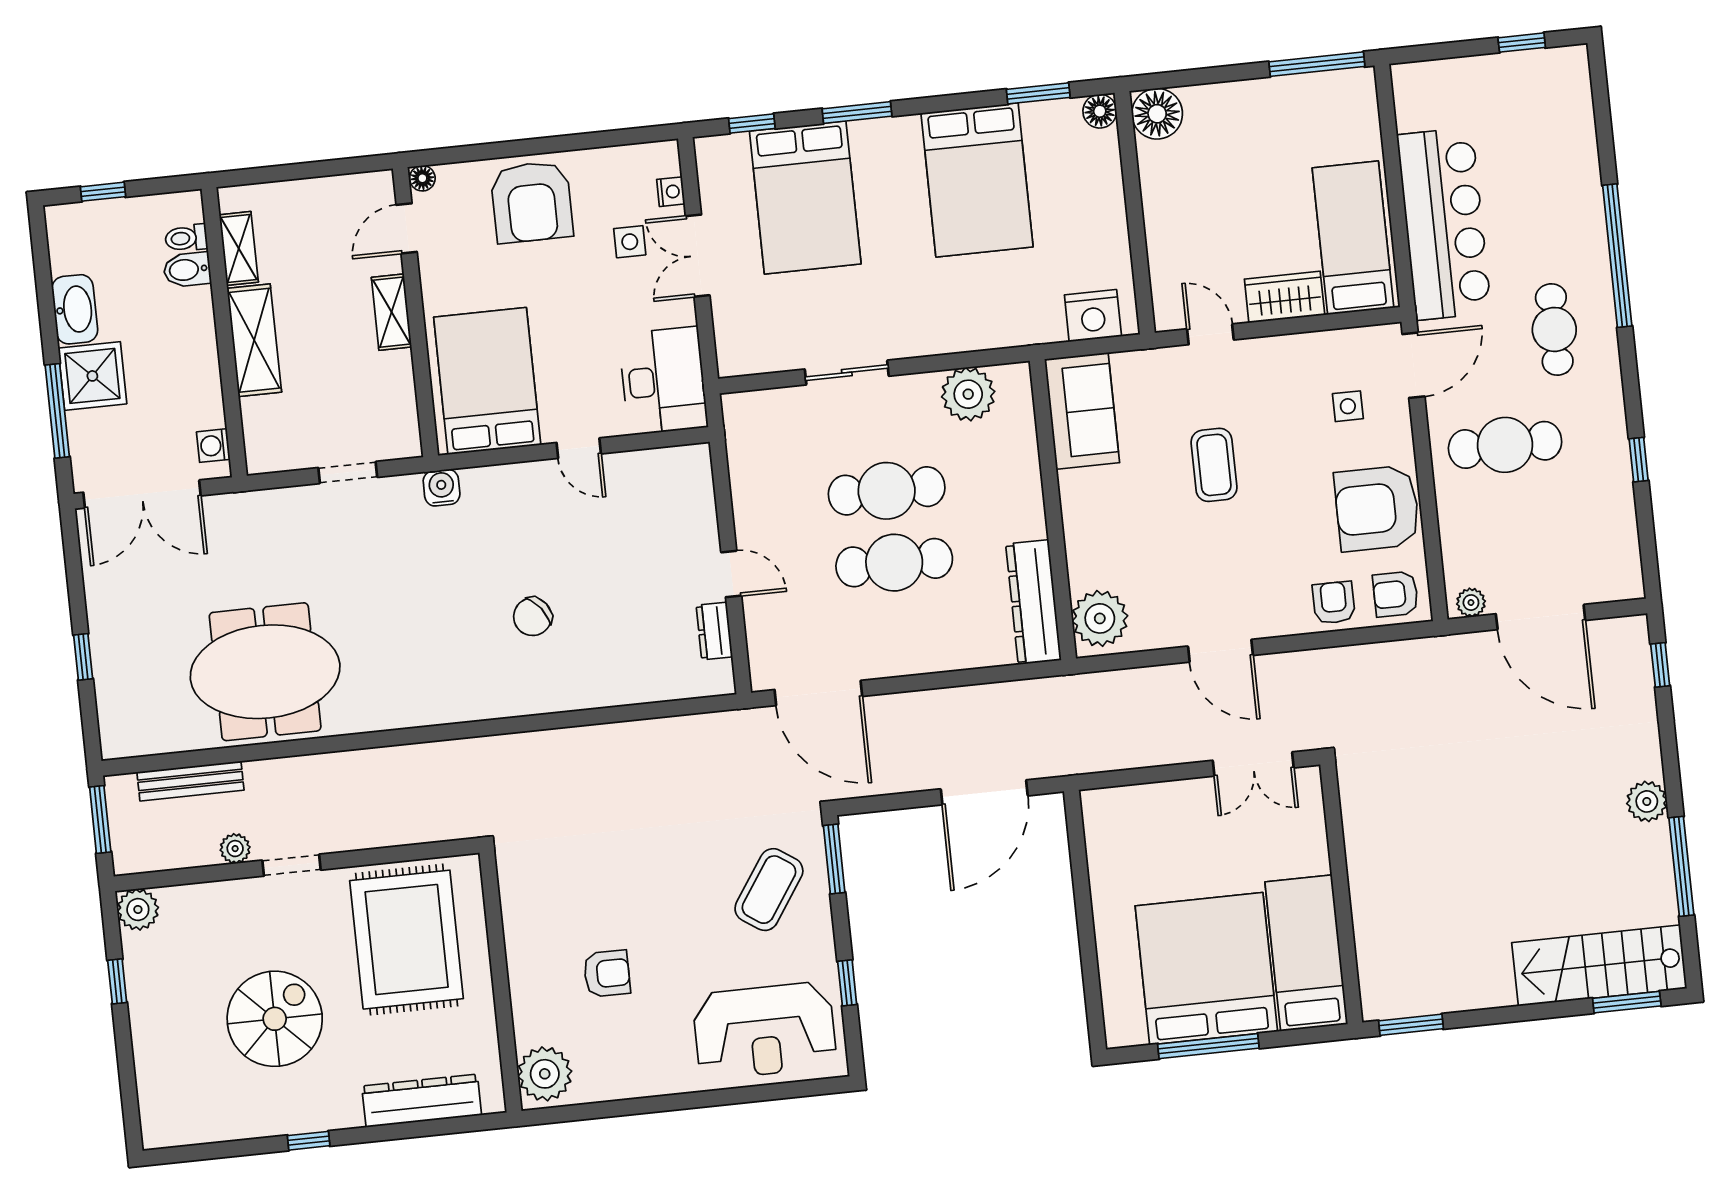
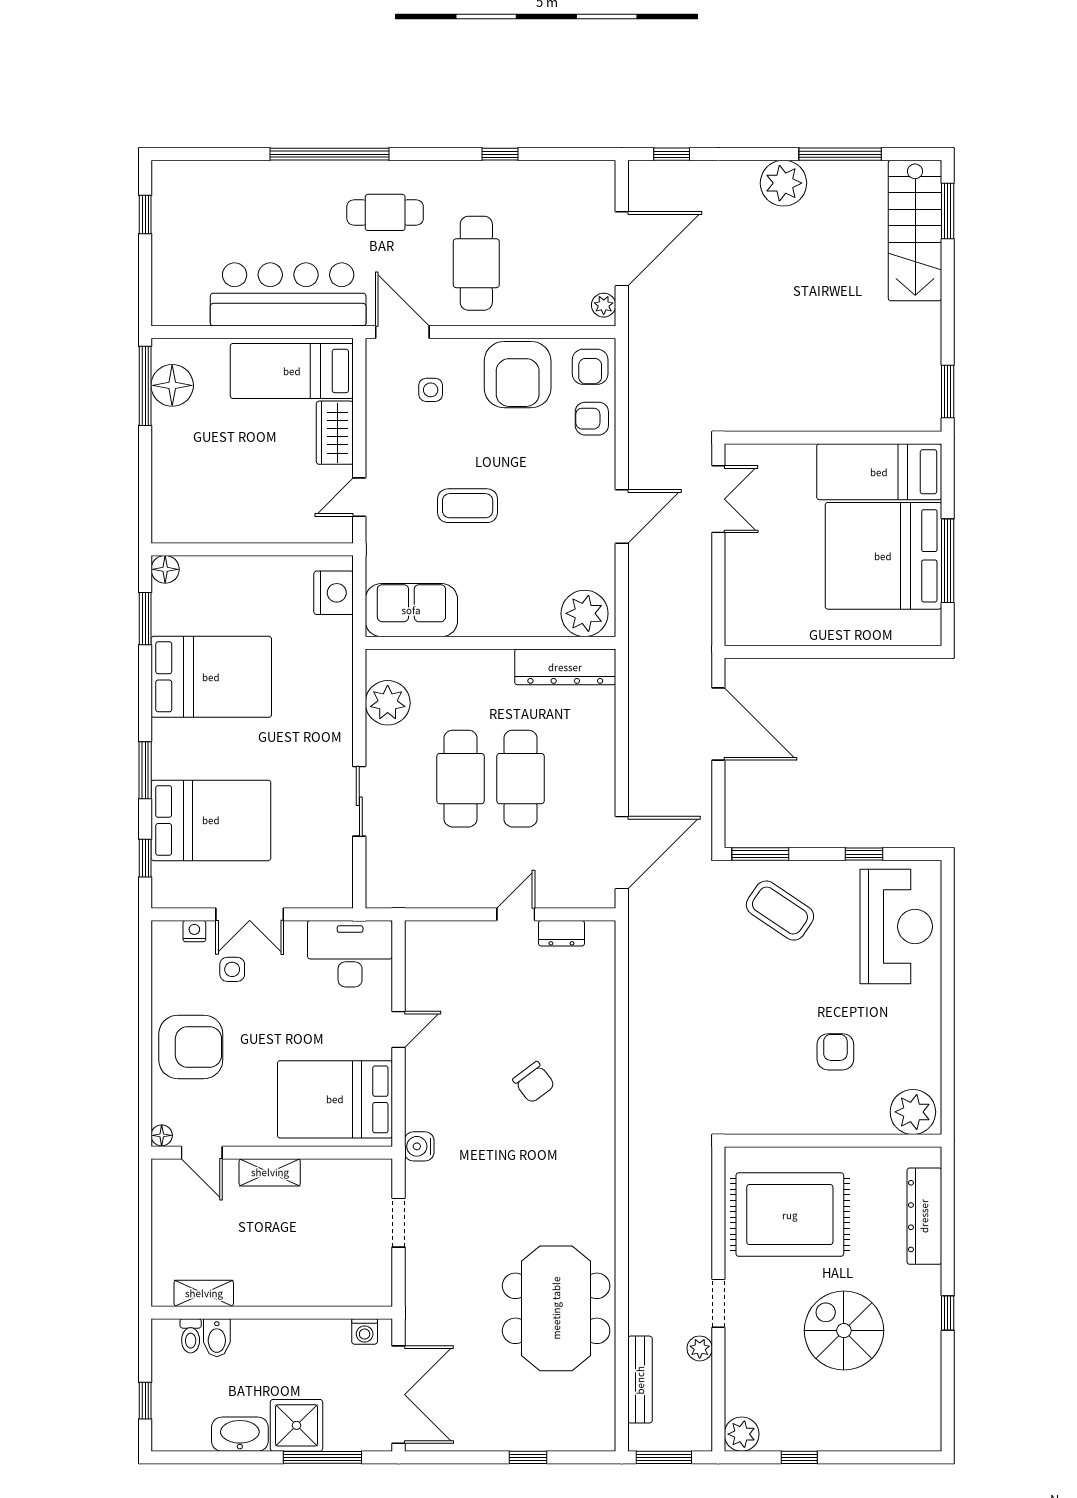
floor lamp: (1157, 114) -> (172, 385), moved
shelving: (254, 340) -> (281, 1288), removed
plant: (1647, 801) -> (783, 183), width x1.36, depth x1.36

